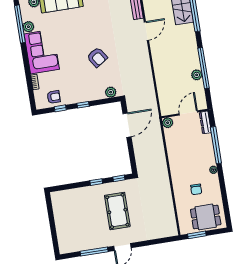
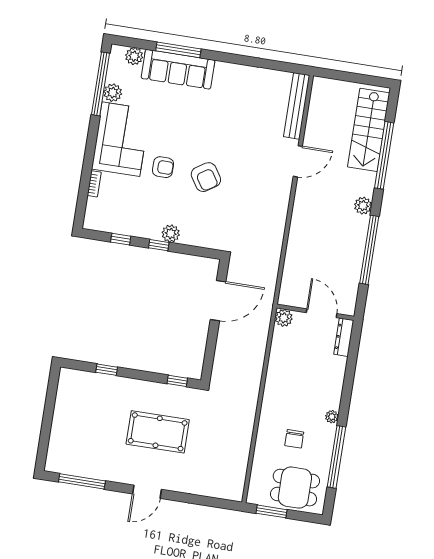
plant: (197, 75) -> (363, 206), moved
plant: (111, 92) -> (171, 234), moved
armchair: (54, 97) -> (163, 167), moved
door: (188, 113) -> (322, 313), hinge flipped
window: (216, 145) -> (336, 457), moved
window: (96, 182) -> (107, 370), moved
pool table: (117, 211) -> (158, 432), turned 90
window: (94, 252) -> (82, 481), moved

